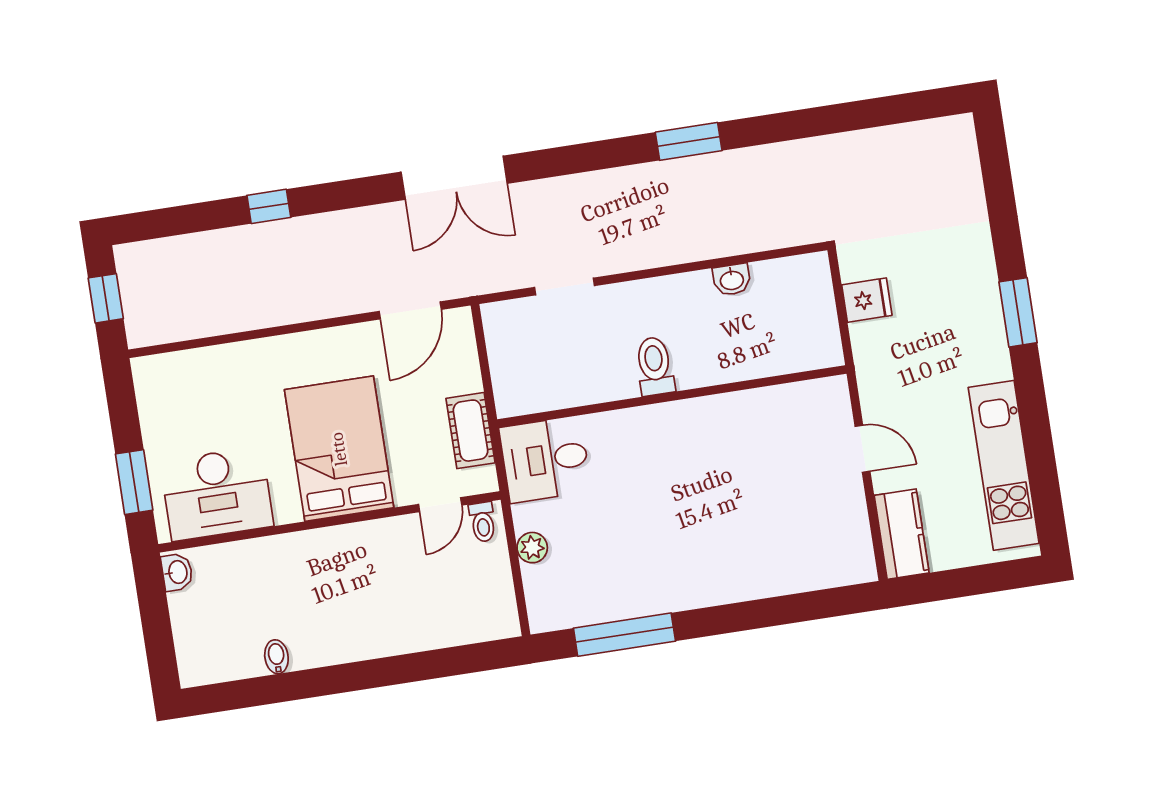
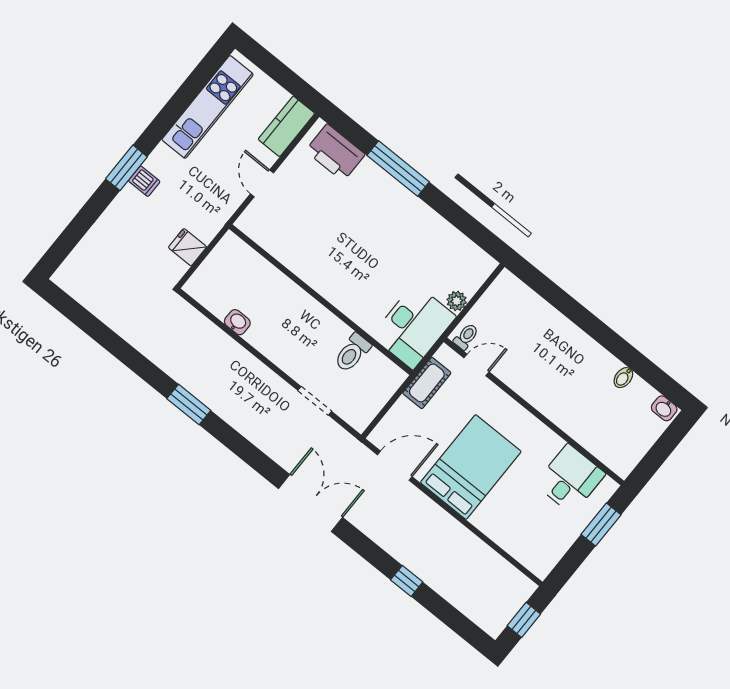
dishwasher: (985, 319) -> (144, 181), added
toilet: (655, 366) -> (352, 353), moved
bed: (339, 449) -> (471, 467), moved, turned 180
desk: (545, 459) -> (414, 326), width x1.37
desk: (217, 494) -> (570, 479), width x0.73
printer: (822, 562) -> (335, 153), added
washbasin: (177, 572) -> (664, 408), moved, turned -90
window: (624, 635) -> (398, 169), moved

